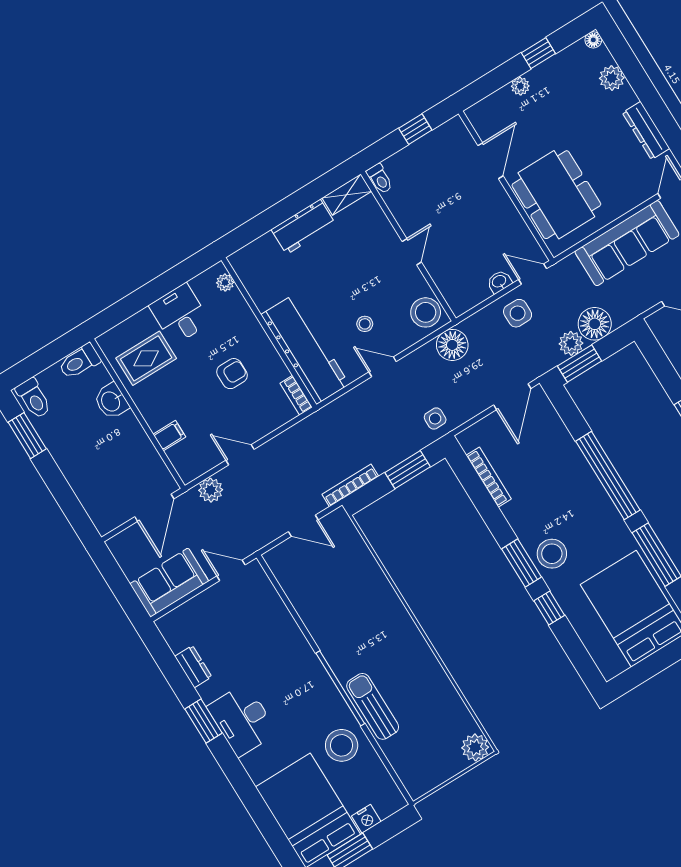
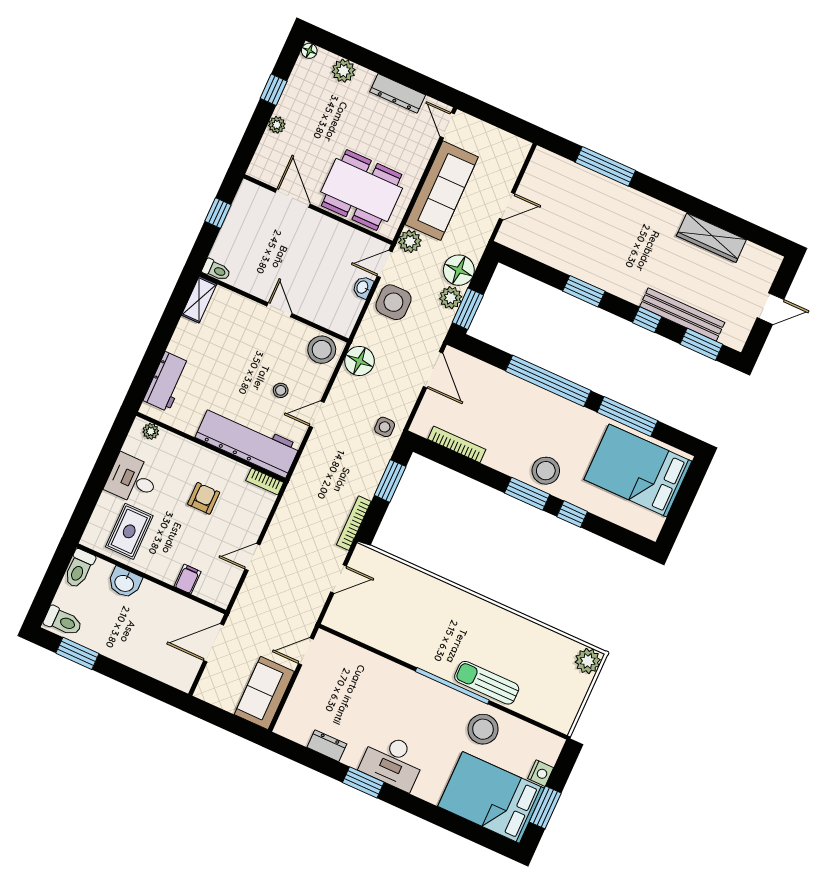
workbench: (303, 227) -> (167, 382), moved
side table: (518, 313) -> (393, 302), width x1.37, depth x1.37
plant: (211, 490) -> (410, 241), moved
door: (154, 508) -> (214, 643), swing flipped

